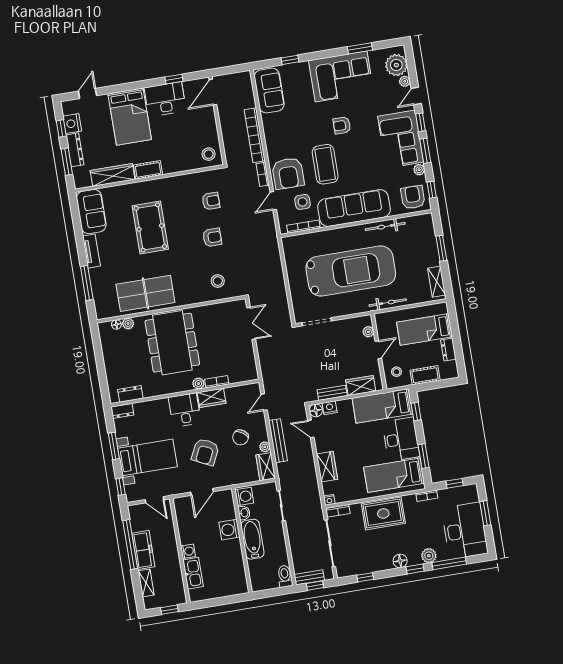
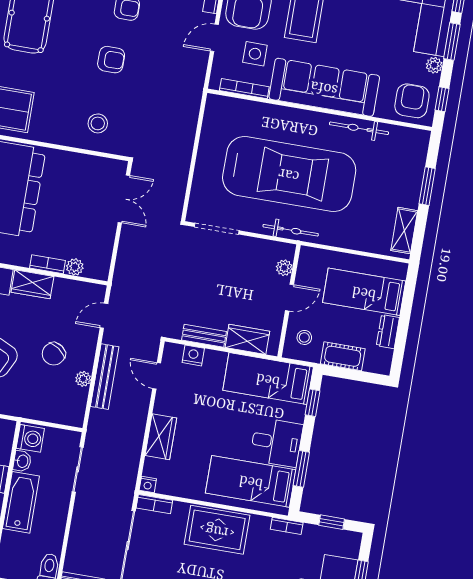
bicycle: (388, 303) -> (291, 230), moved
plant: (198, 384) -> (75, 267), moved
floor lamp: (316, 410) -> (172, 352), removed
desk: (401, 439) -> (276, 442), width x0.73
wardrobe: (266, 467) -> (75, 407), removed

